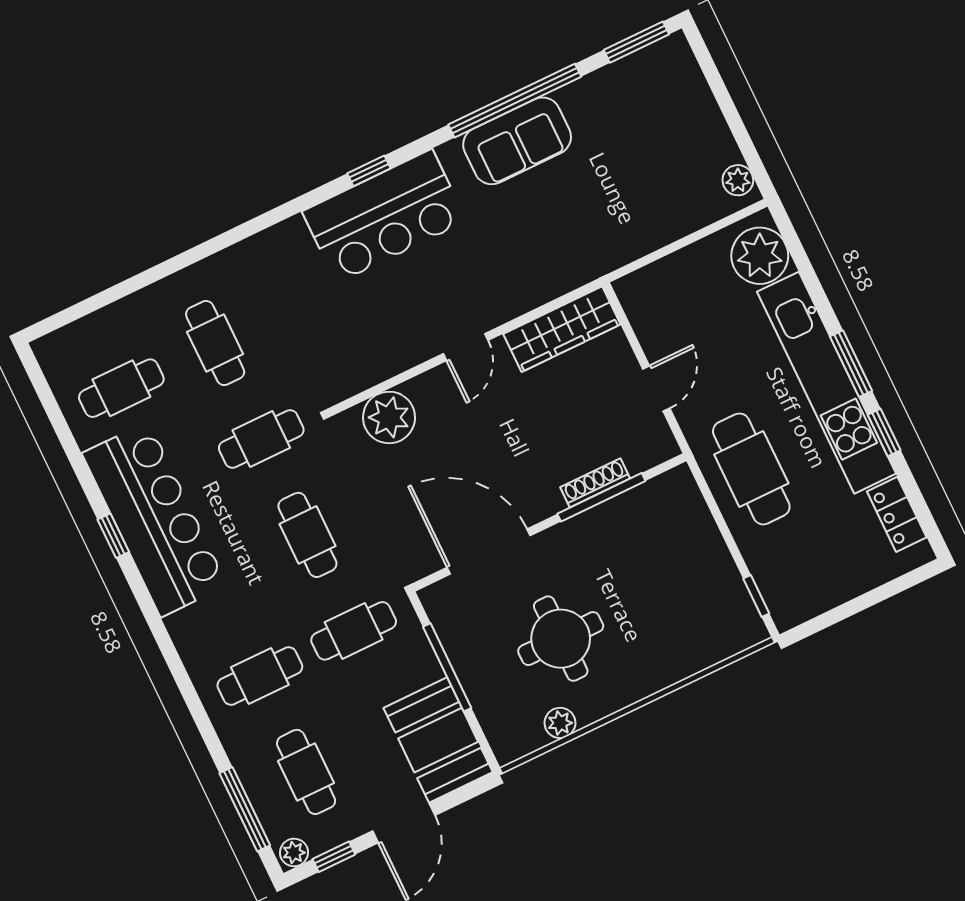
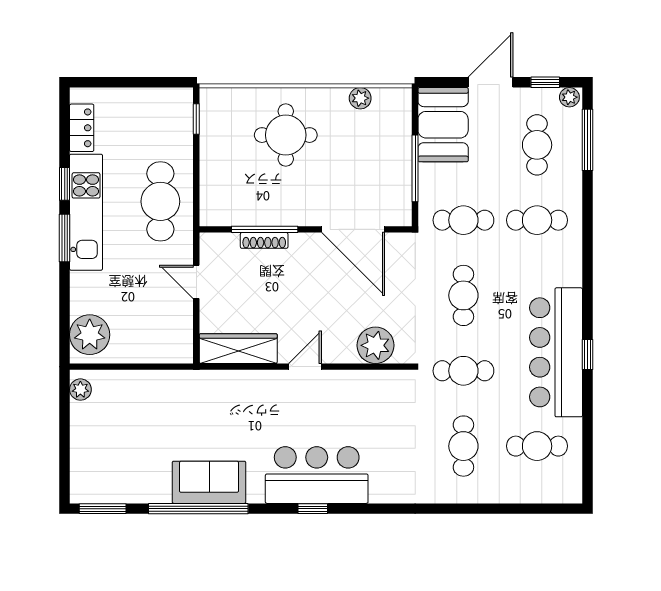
kitchen unit: (827, 383) -> (86, 212), width x0.73
door: (656, 389) -> (196, 282), hinge flipped
round table: (561, 639) -> (286, 135), moved

